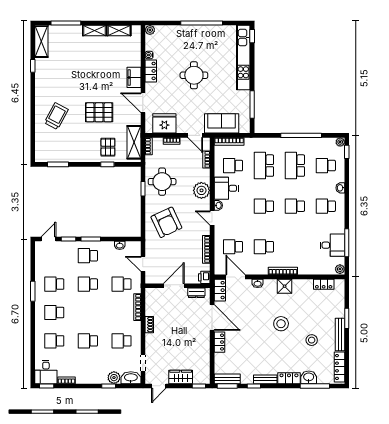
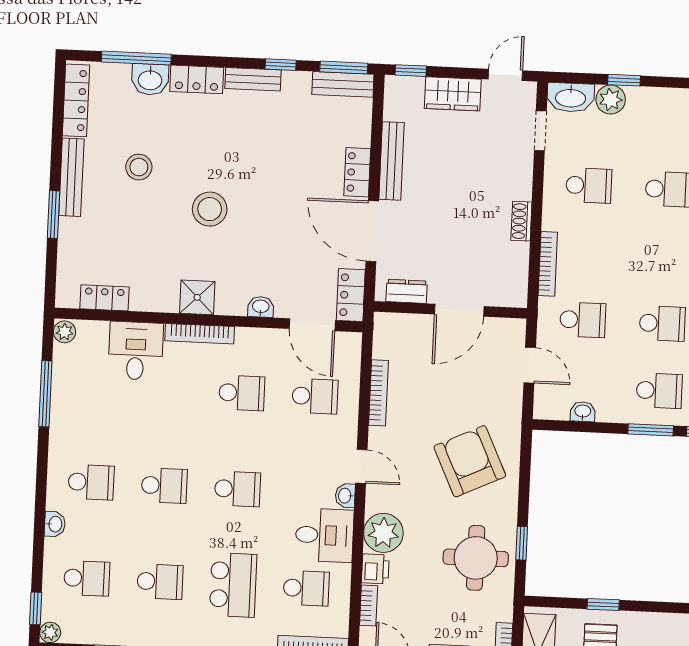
school desk: (295, 166) -> (160, 582), width x0.54
desk: (332, 245) -> (136, 351), moved, turned 90
printer: (204, 277) -> (375, 569), moved
bench: (205, 347) -> (392, 161), added

